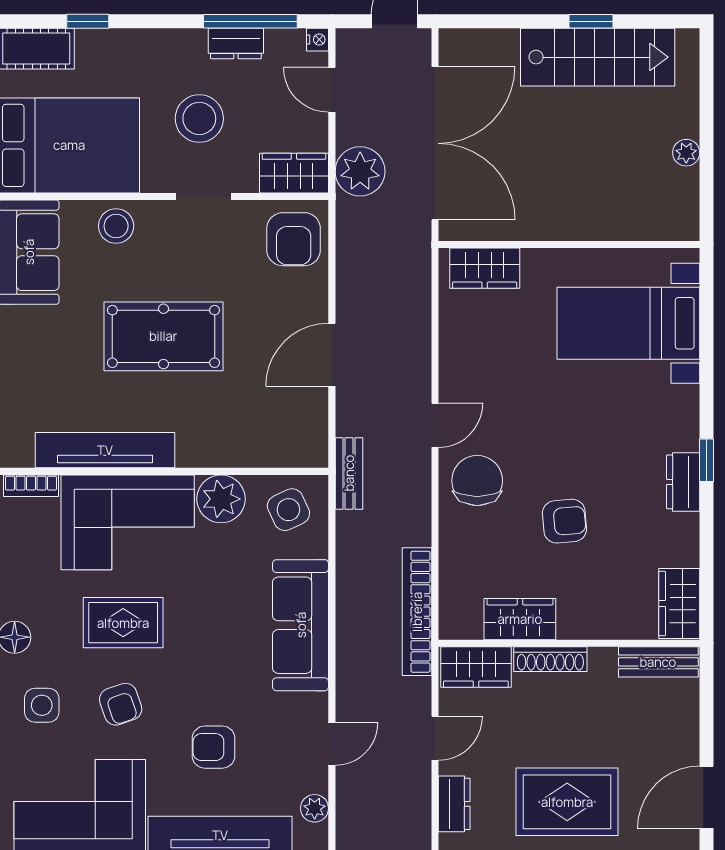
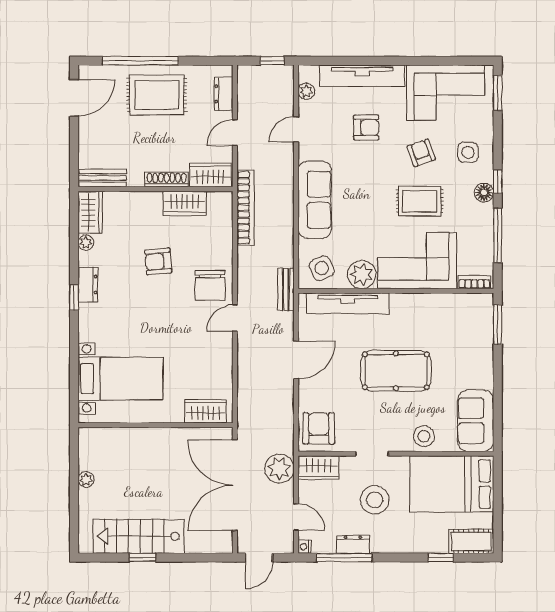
tv unit: (105, 450) -> (348, 303), moved
plant: (687, 553) -> (86, 243), added

